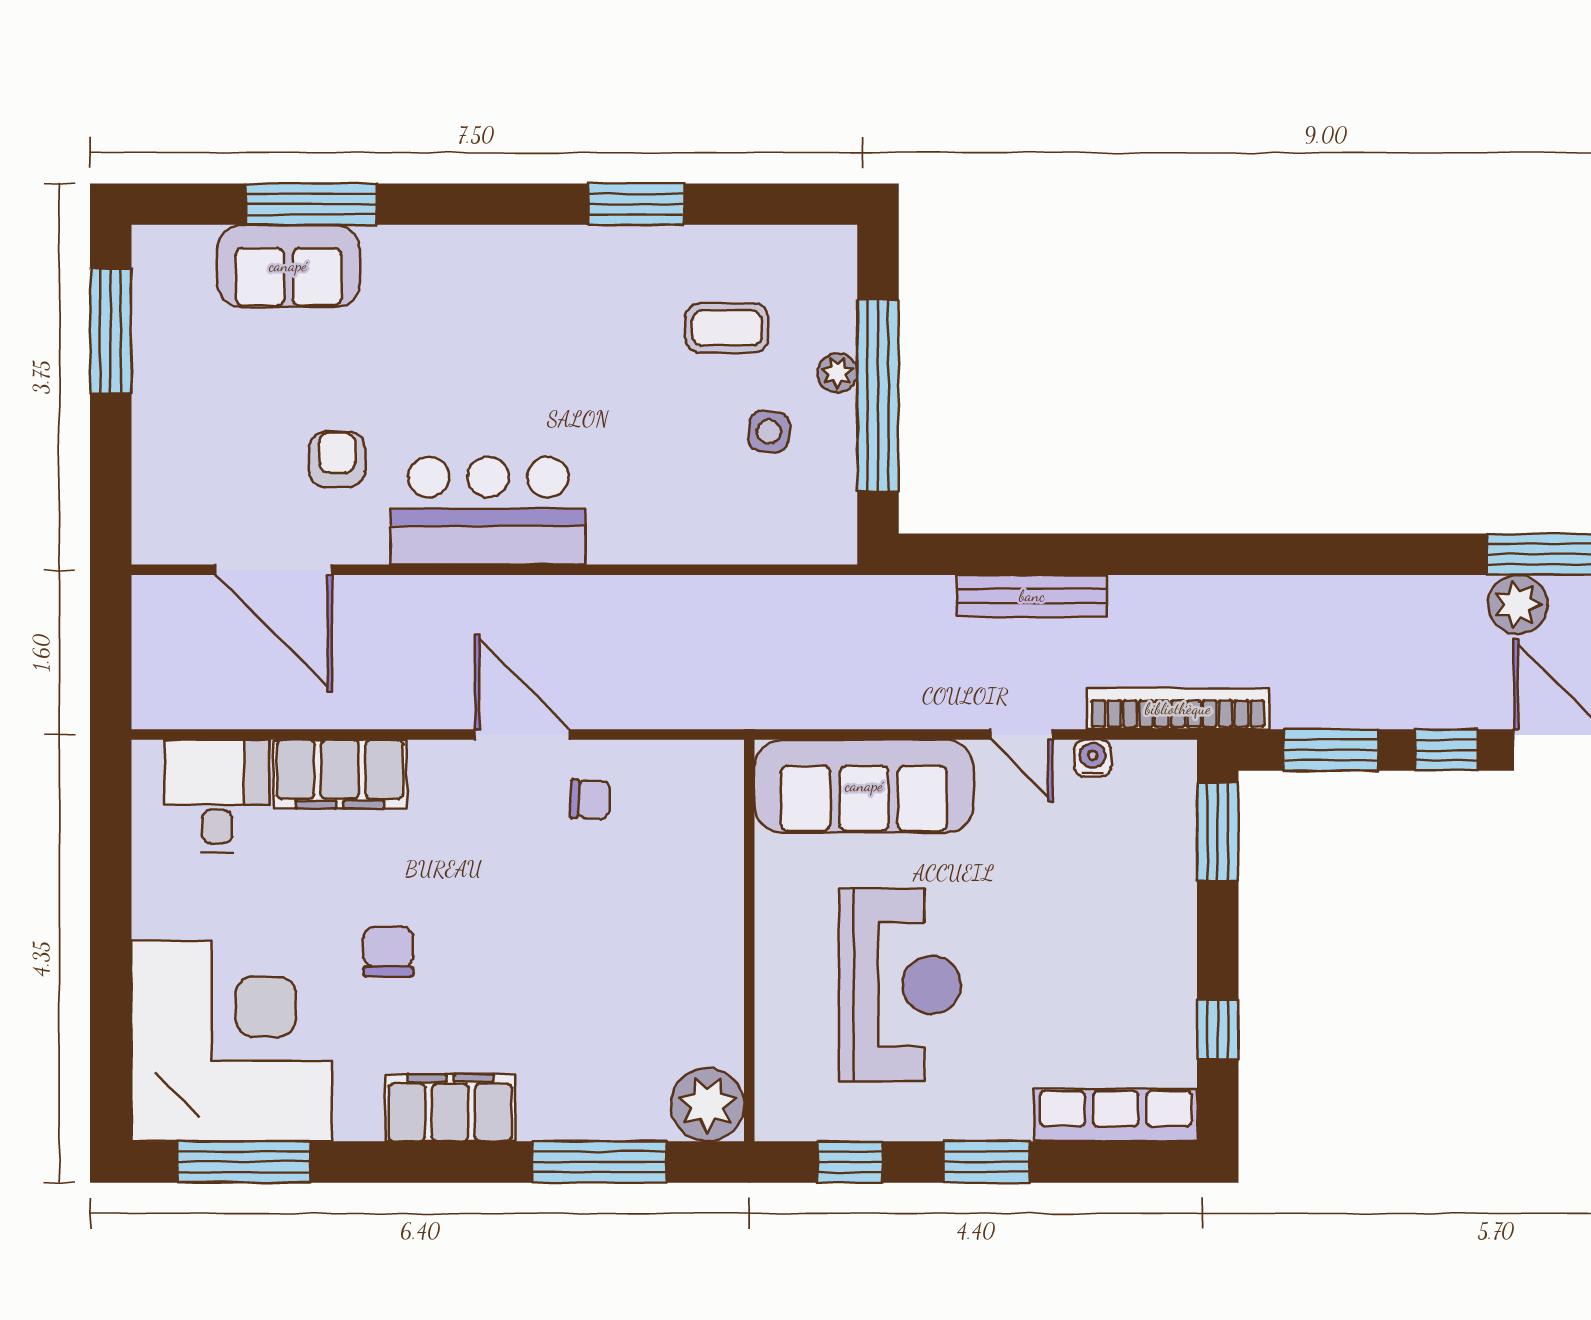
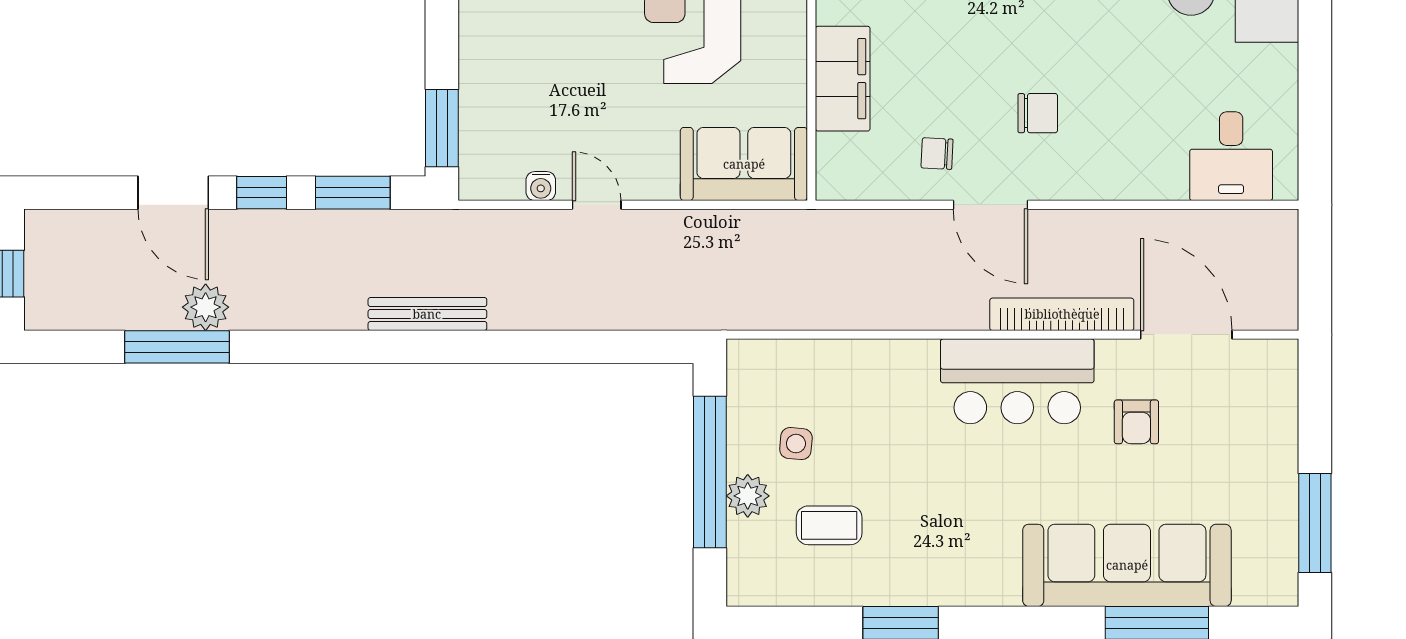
sofa: (288, 266) -> (1127, 565), width x1.85, depth x1.27
plant: (837, 373) -> (748, 496), width x1.38, depth x1.38
bench: (1032, 596) -> (427, 314), moved
bookcase: (1178, 709) -> (1062, 314), moved, turned 180
filing cabinet: (340, 774) -> (843, 79), moved, turned 90
sofa: (864, 786) -> (744, 164), width x0.73
chair: (388, 952) -> (1038, 113), moved, turned -90

